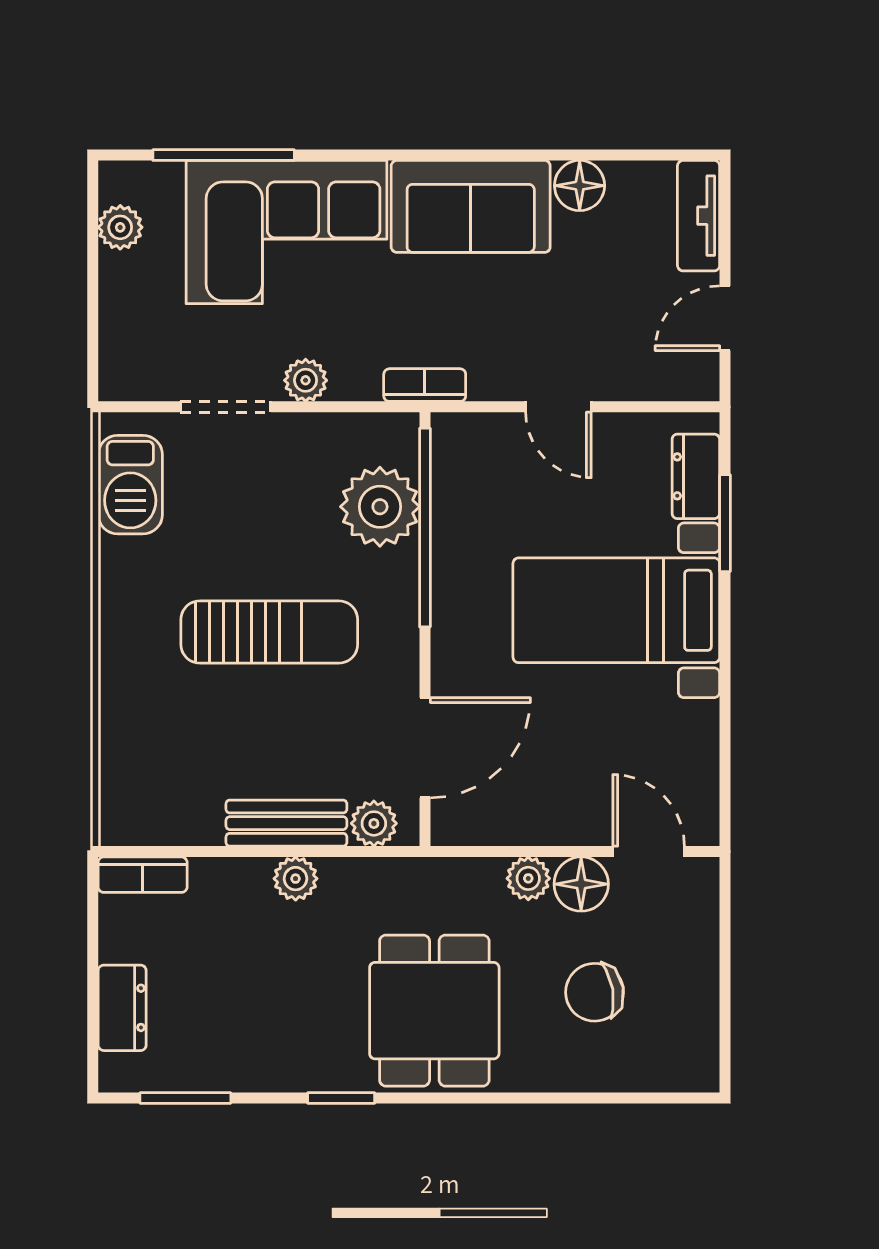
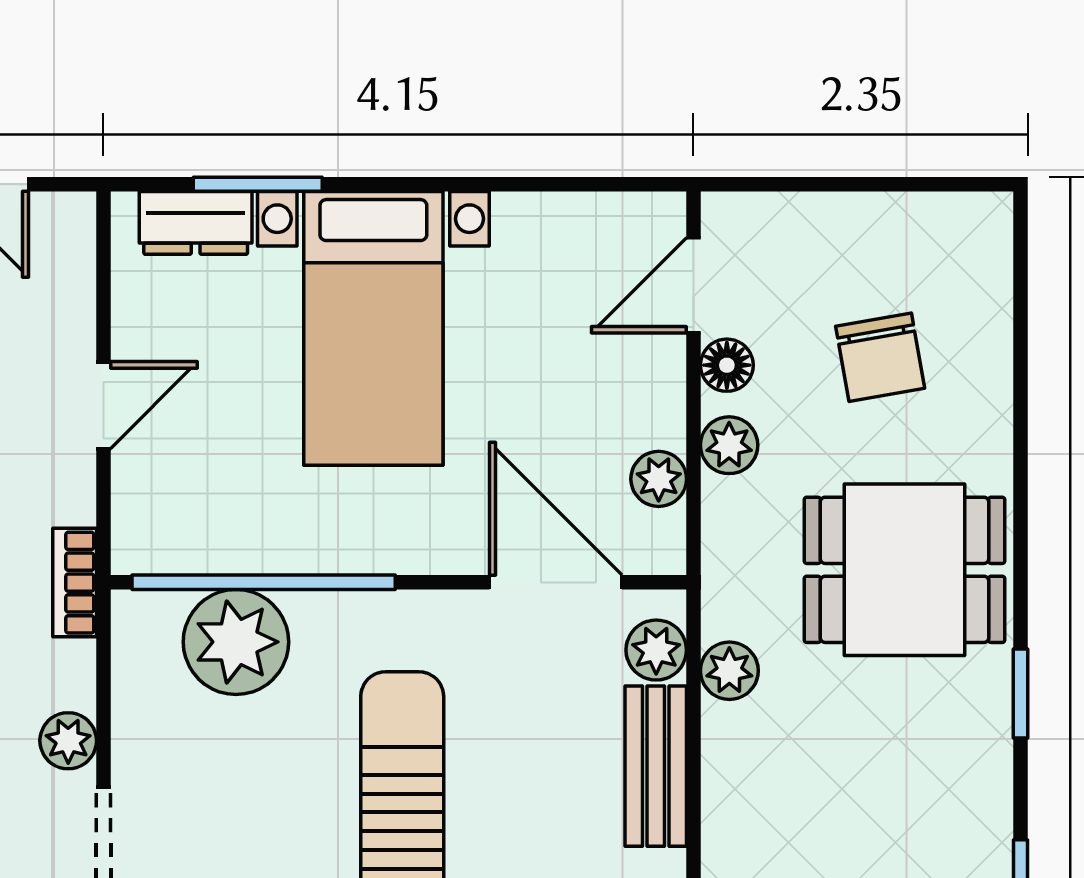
plant: (503, 825) -> (659, 479), added
plant: (296, 879) -> (729, 671), moved
floor lamp: (581, 884) -> (727, 365), width x0.73, depth x0.73

